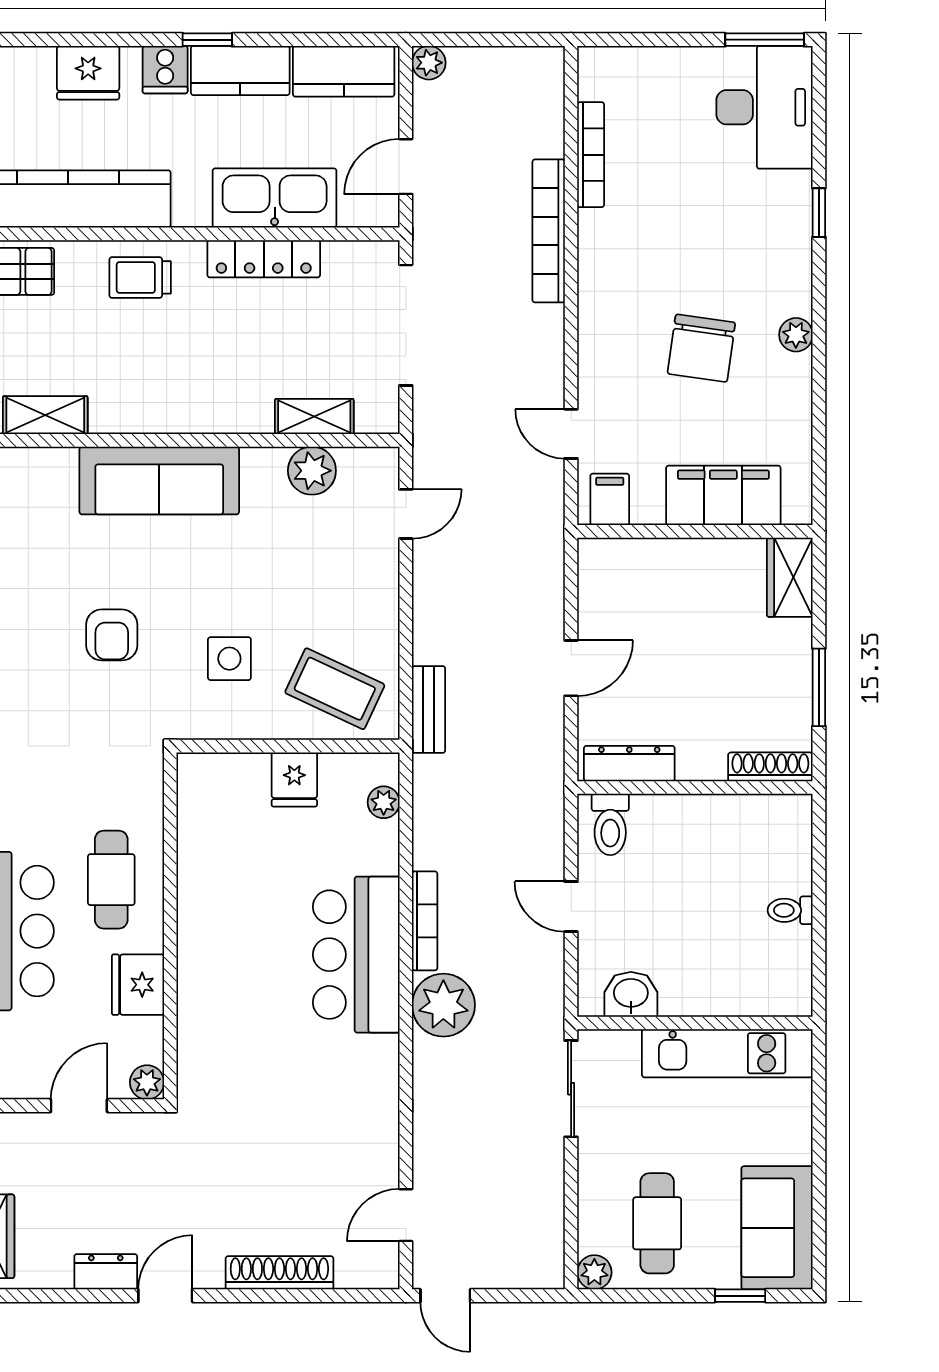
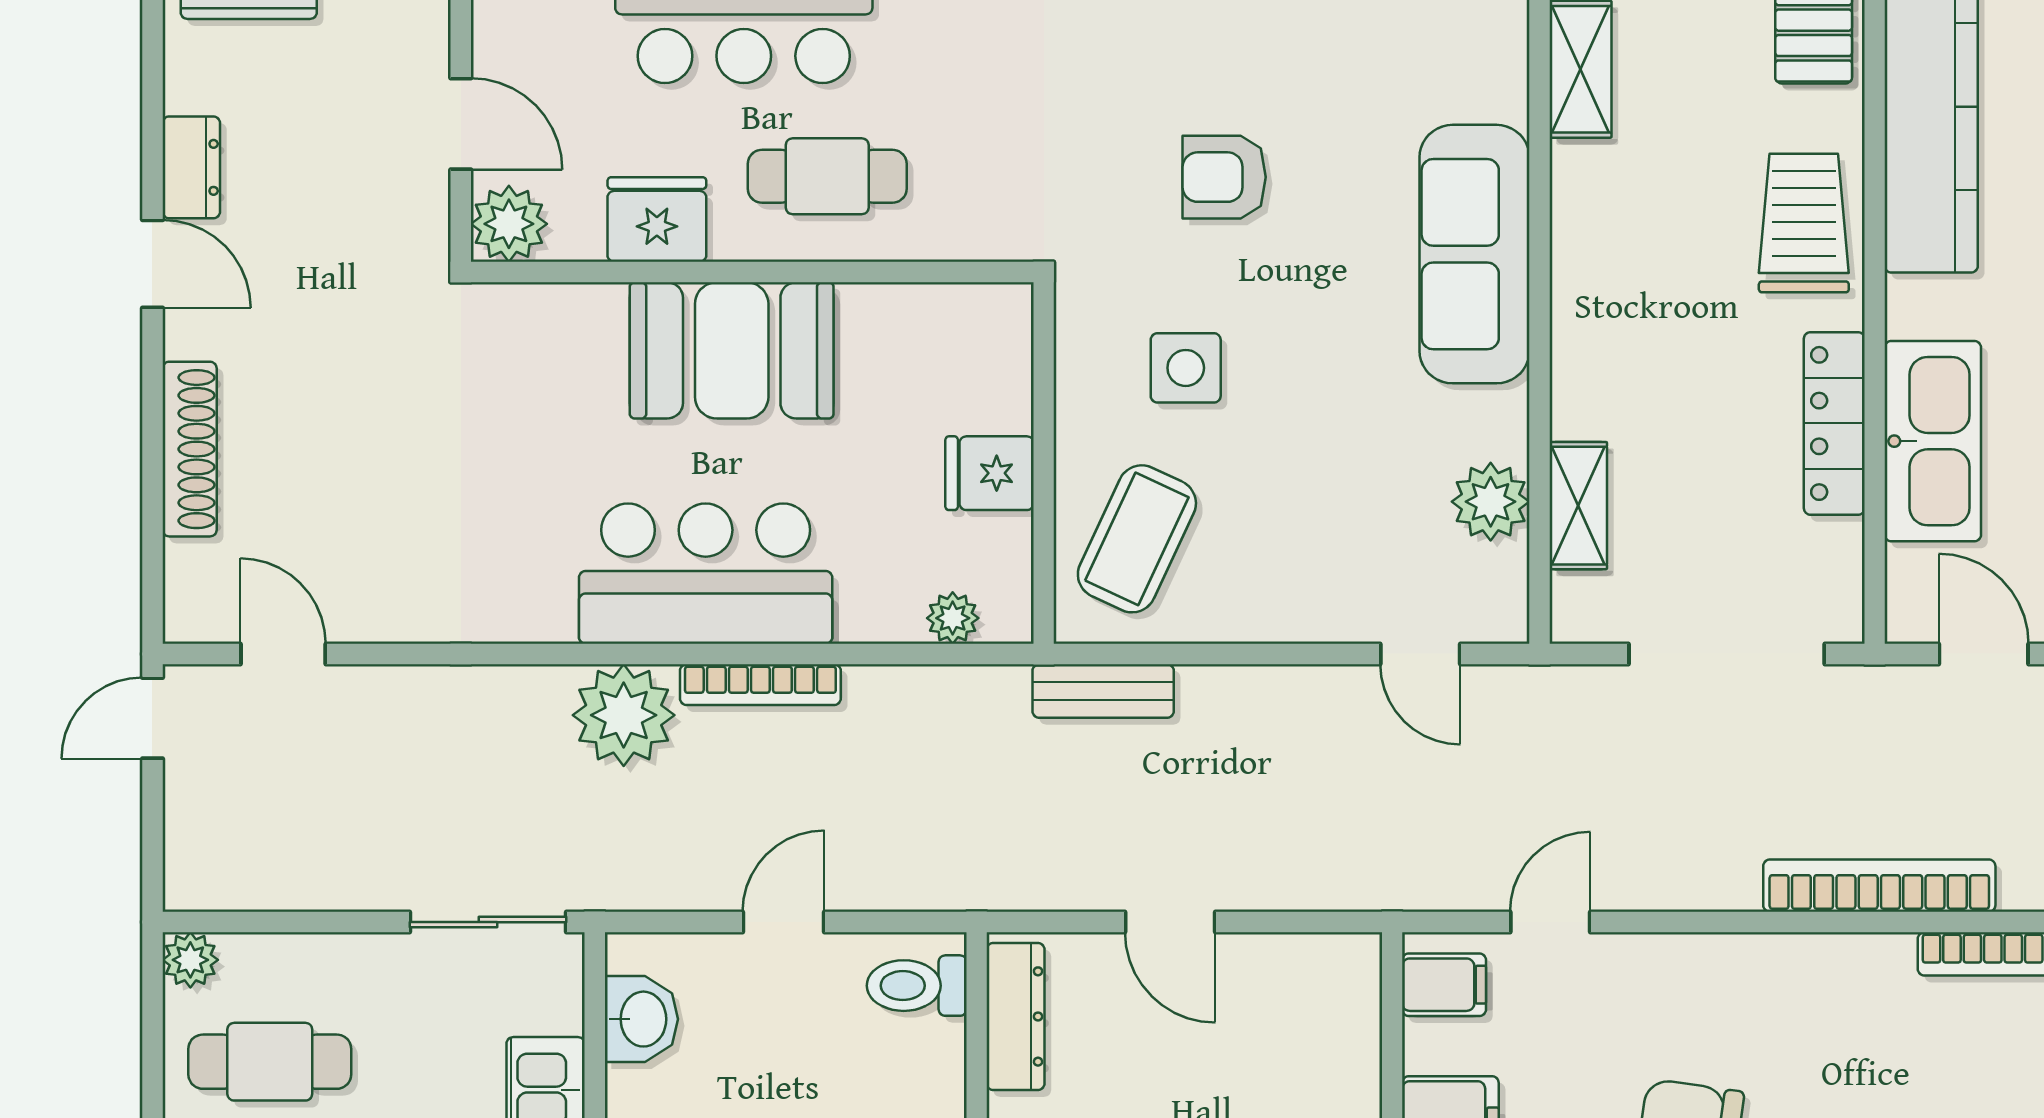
trolley: (140, 277) -> (1804, 223), width x1.36, depth x1.39
booth: (219, 939) -> (732, 350), added
plant: (147, 1082) -> (509, 224), width x1.38, depth x1.38

